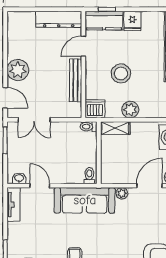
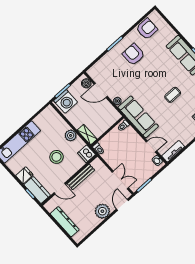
dresser: (59, 19) -> (65, 222), moved
door: (40, 186) -> (151, 146), swing flipped

